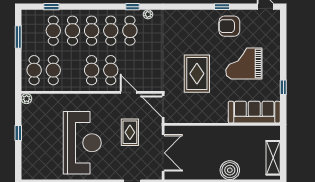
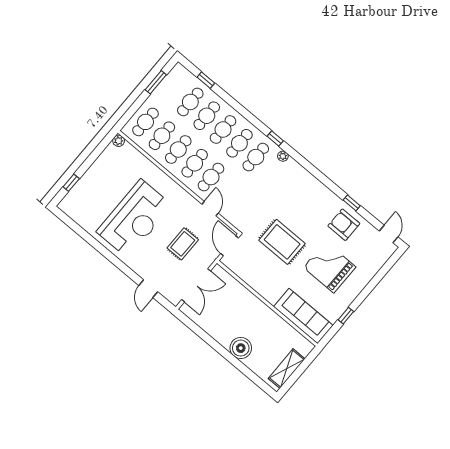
cafe table: (72, 70) -> (178, 149), added
rug: (197, 74) -> (282, 242), turned 90
window: (18, 133) -> (71, 183), moved

